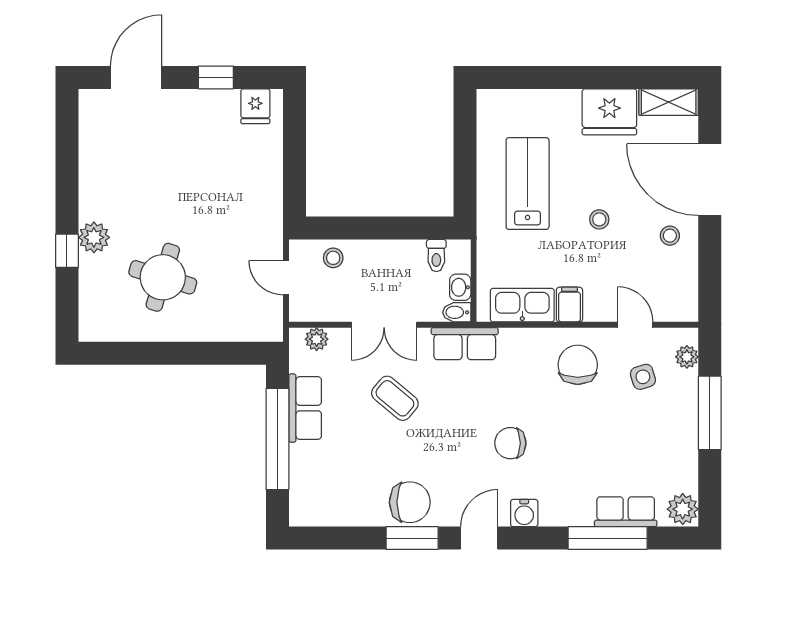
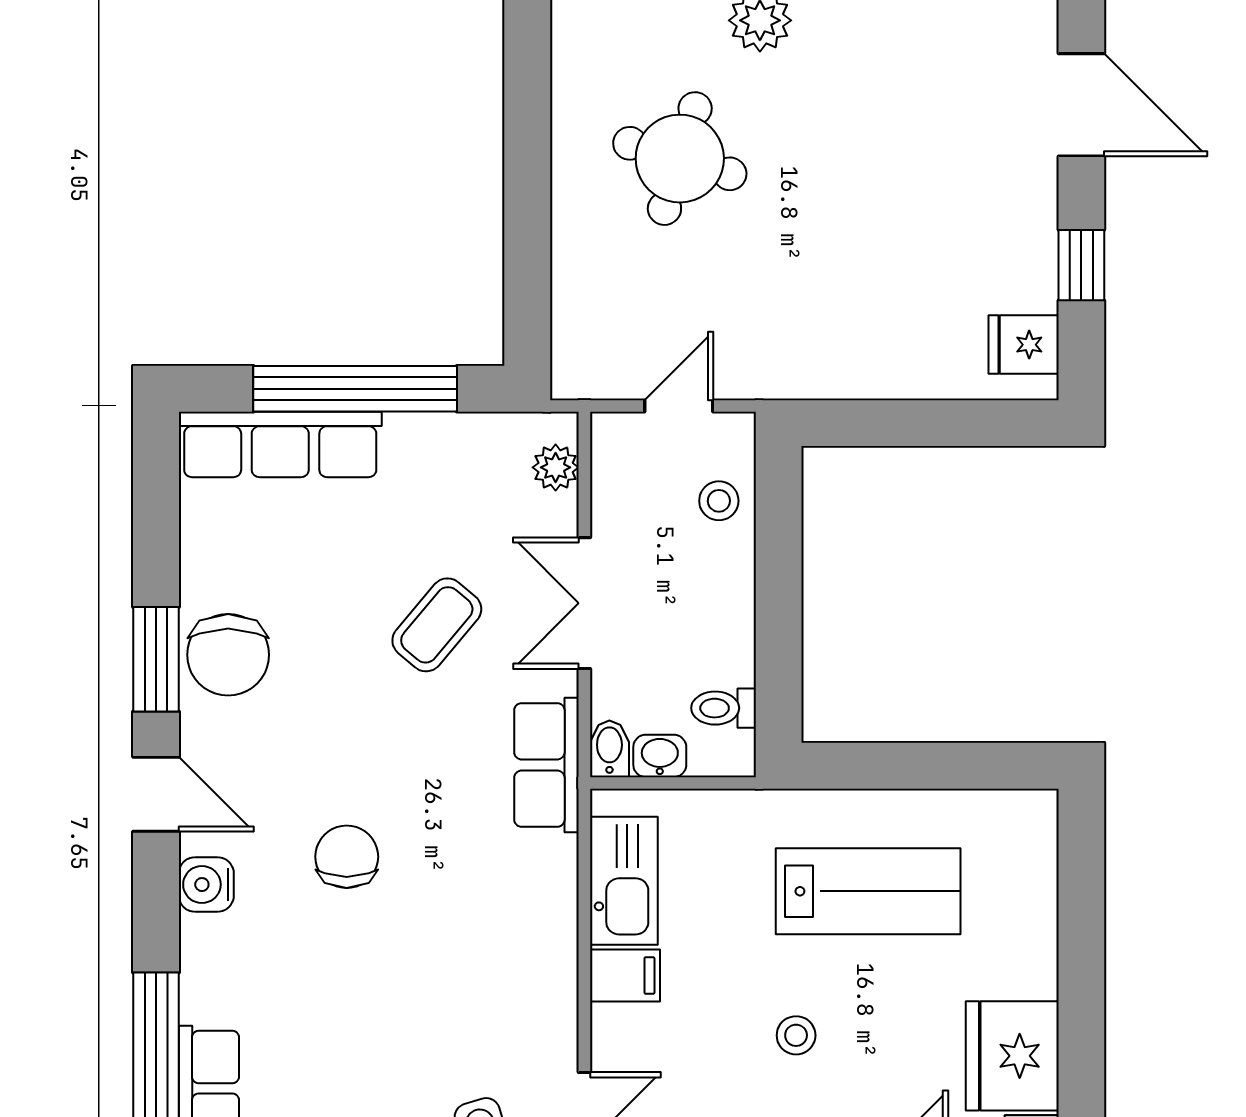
chair: (578, 365) -> (504, 992), removed
row of seats: (305, 408) -> (280, 444), moved, width x1.48

